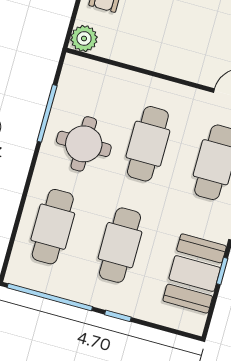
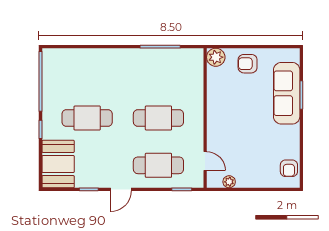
round table: (84, 144) -> (147, 76), removed
cafe table: (53, 227) -> (87, 71), removed
booth: (195, 273) -> (58, 164), moved, turned 90

